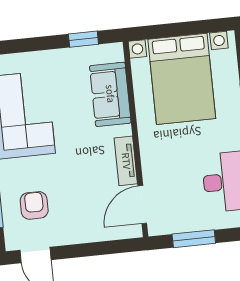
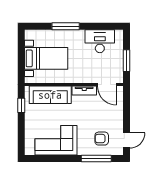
bed with nightstands: (182, 79) -> (46, 58), width x0.73
sofa: (110, 94) -> (50, 95), width x1.36

